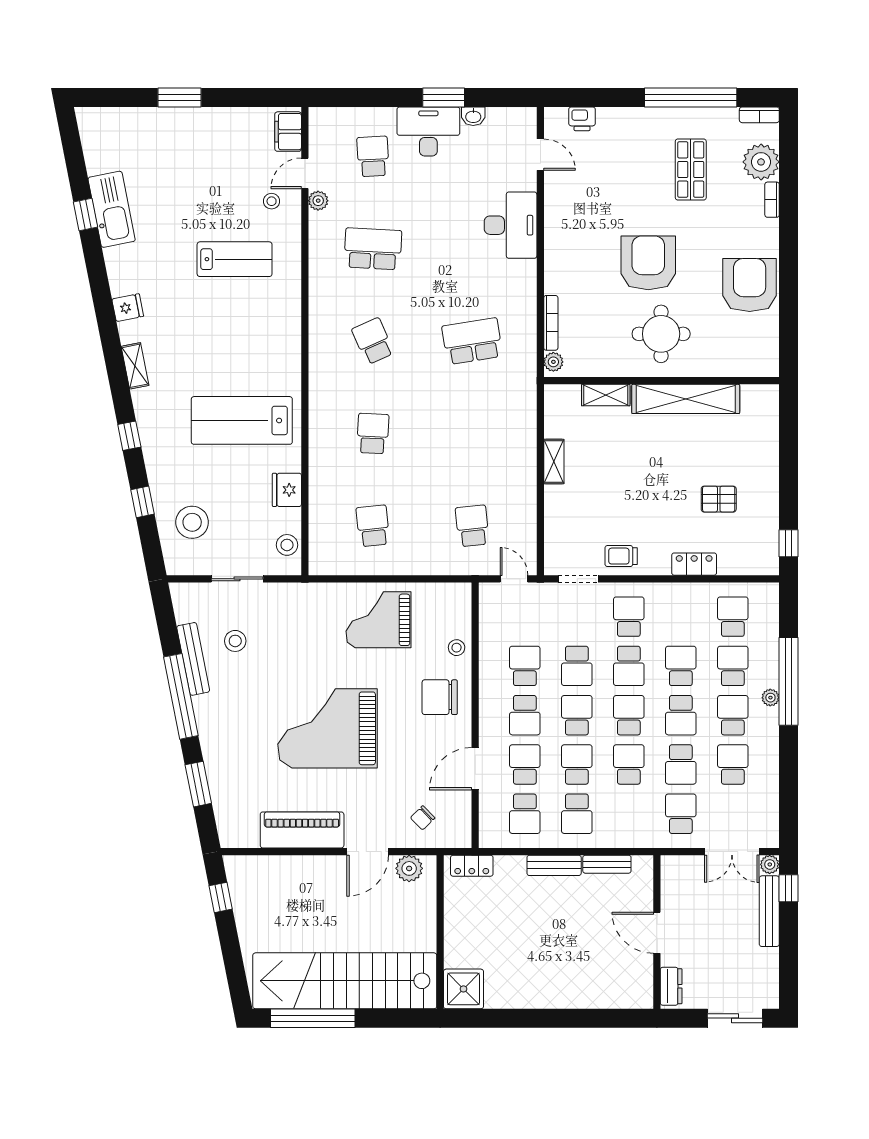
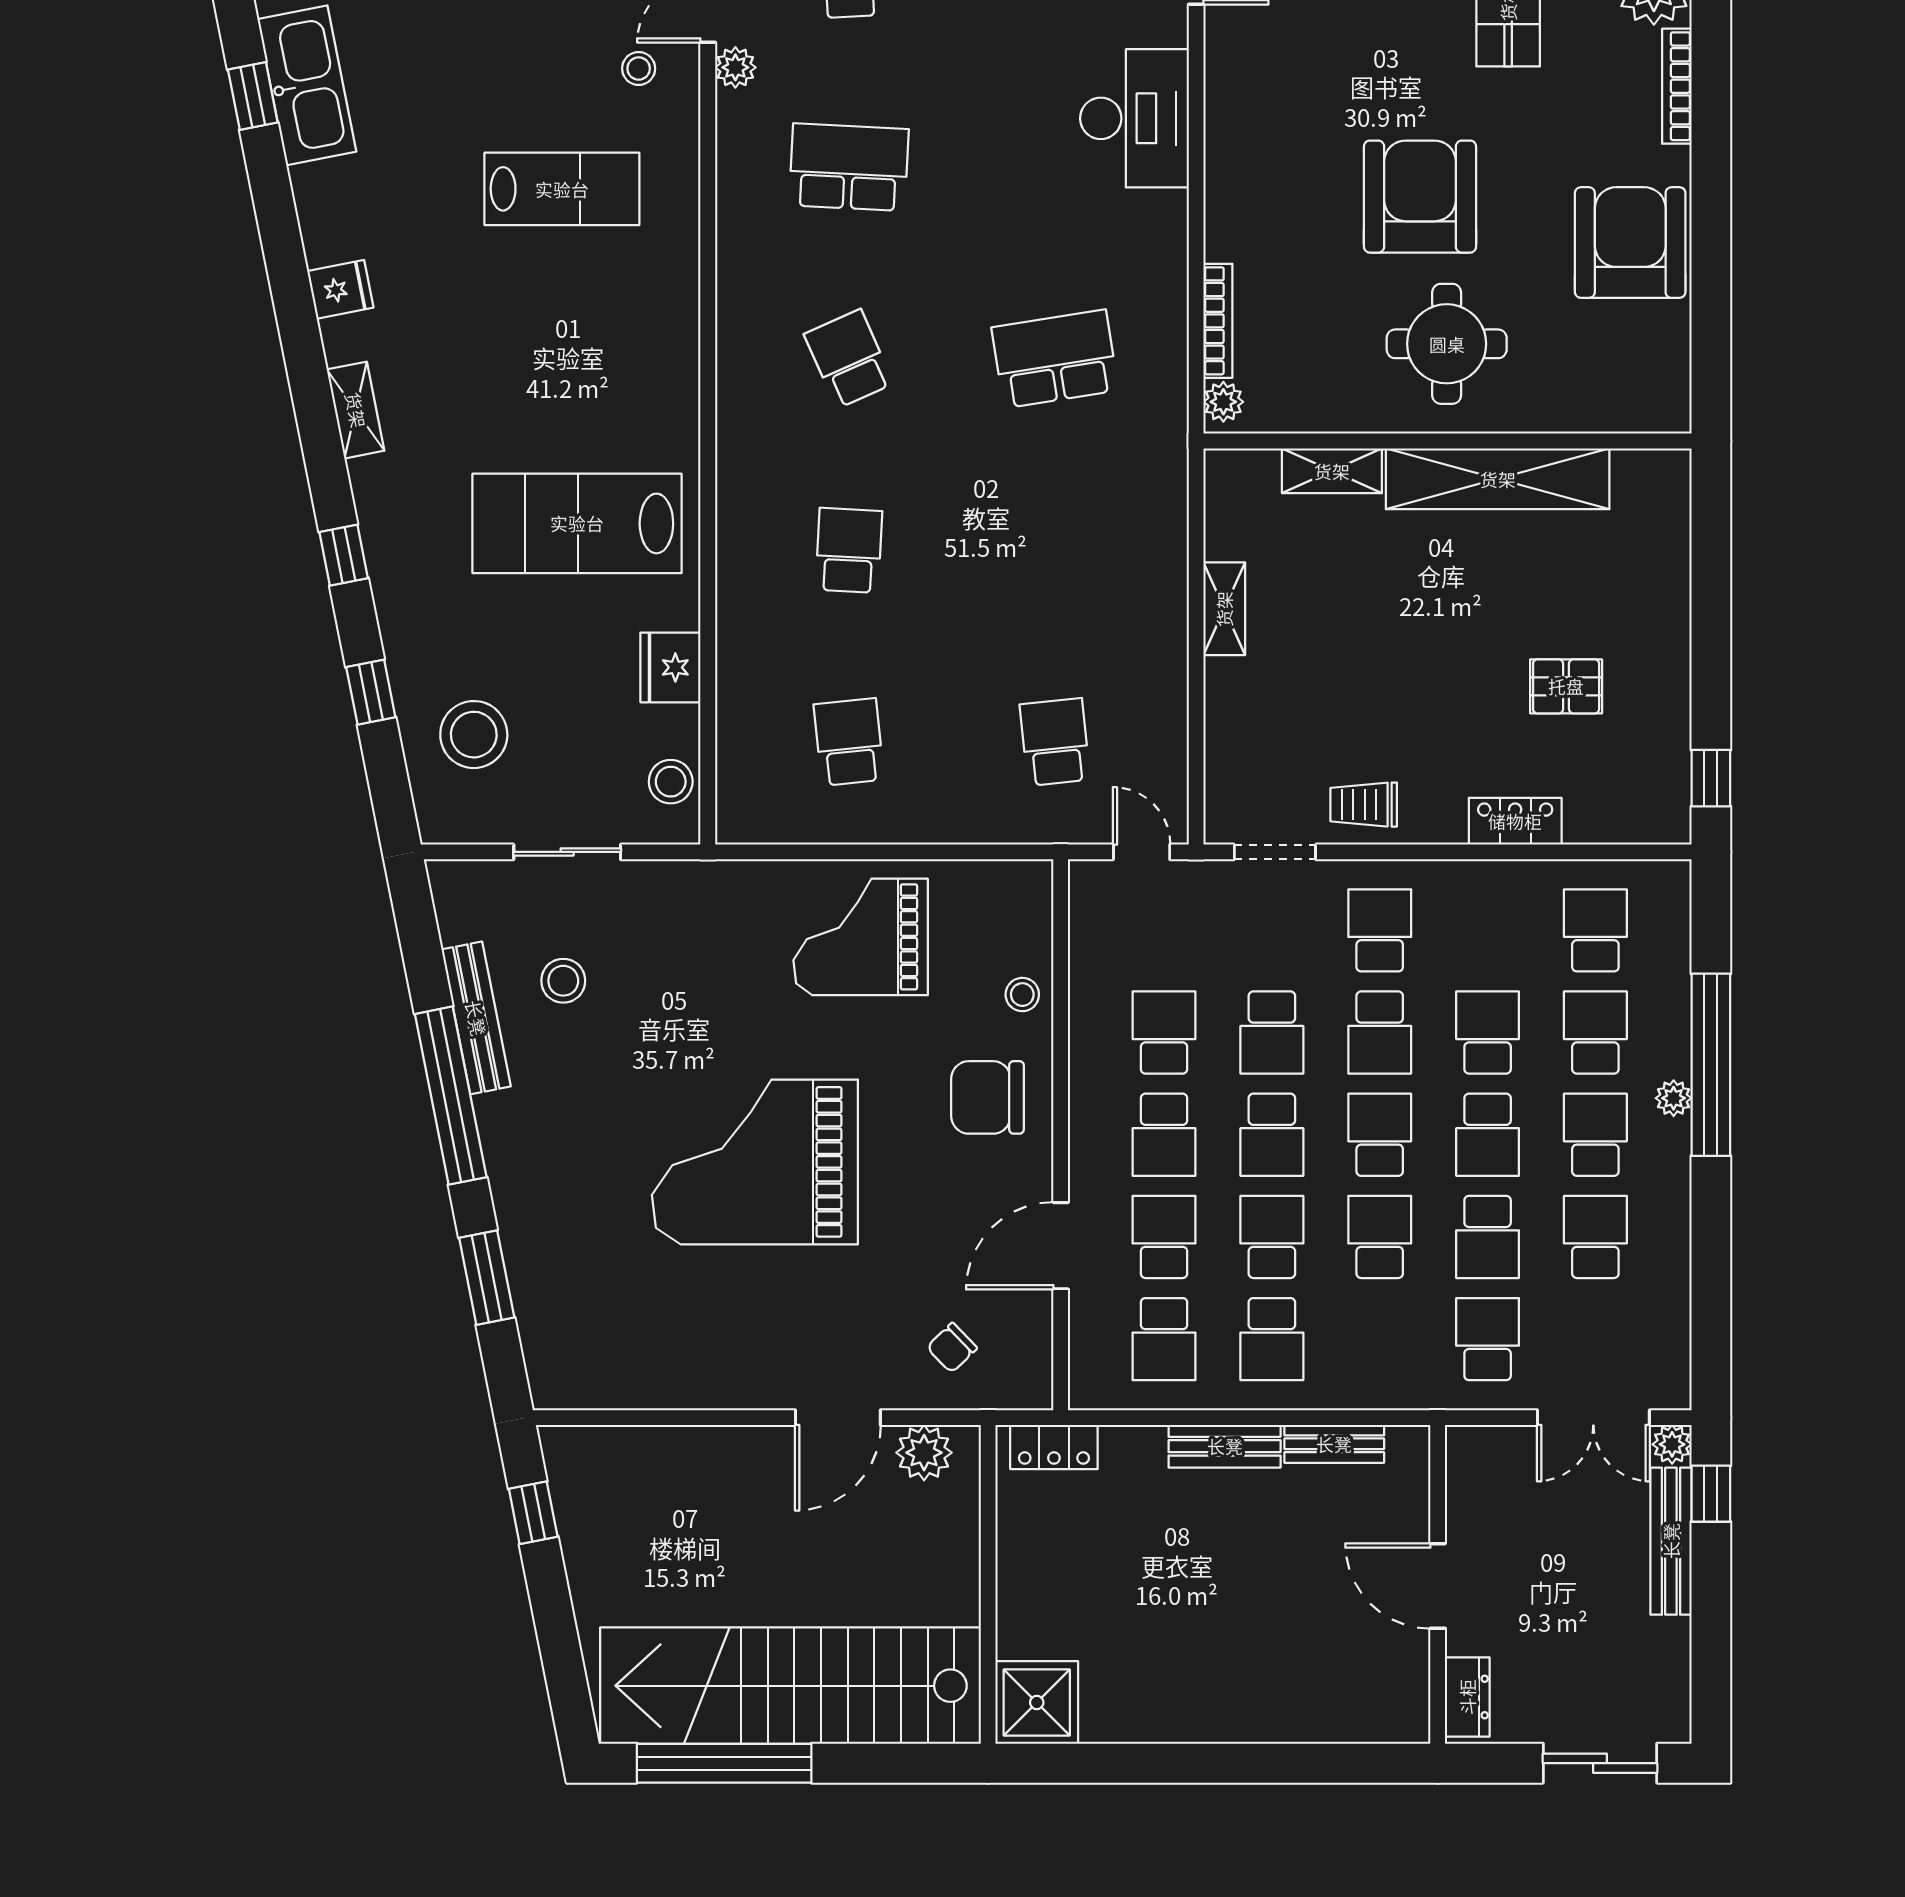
bookcase: (772, 200) -> (1677, 86), width x1.56
school desk: (577, 715) -> (1272, 1135), turned 180
piano: (302, 830) -> (702, 1373), removed

